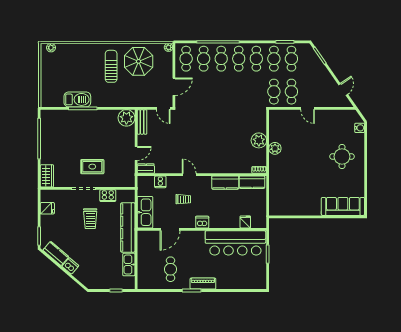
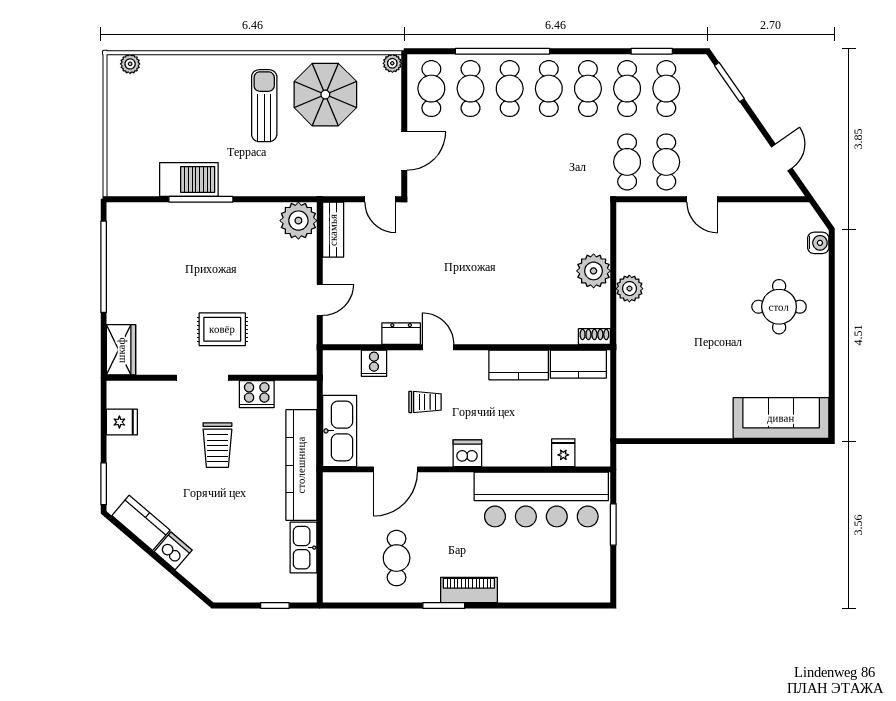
dresser: (146, 169) -> (401, 334), moved

